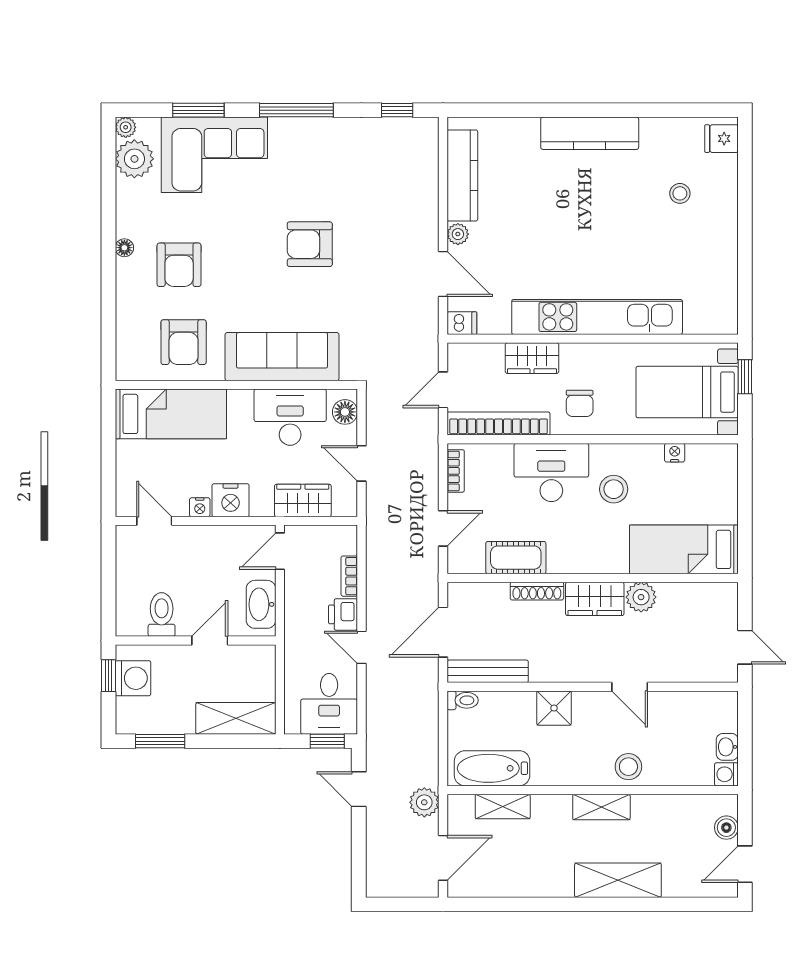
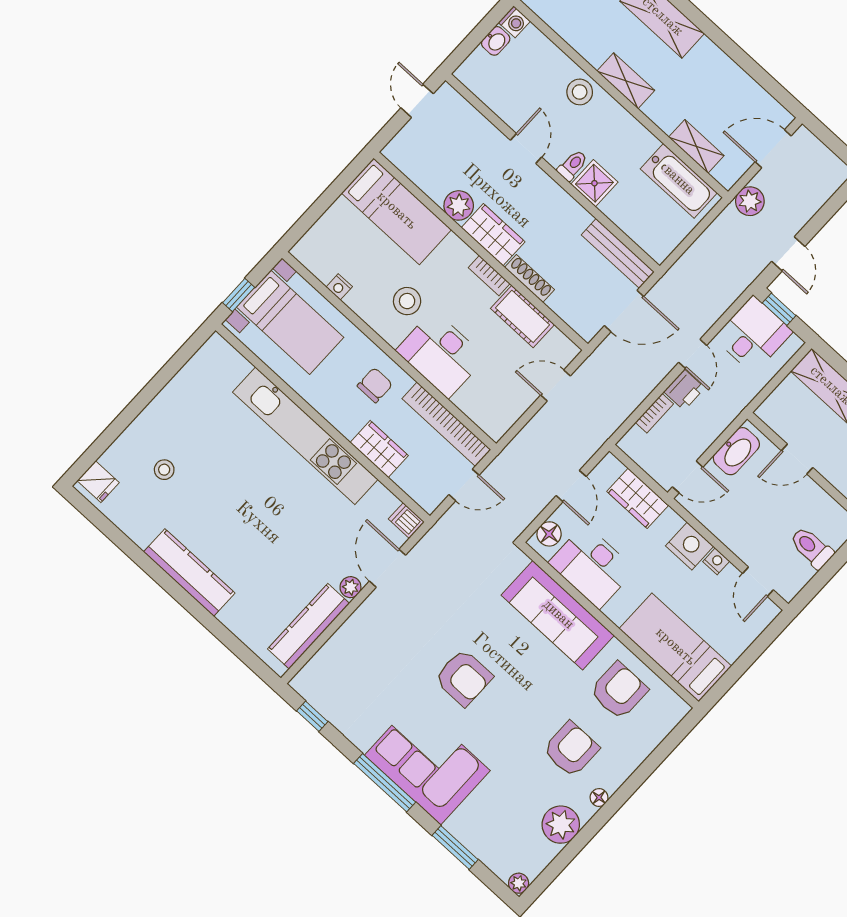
corner sofa: (214, 155) -> (427, 763), moved
plant: (134, 159) -> (561, 825), moved
bookcase: (456, 471) -> (489, 276), moved, turned -90
toilet: (162, 614) -> (812, 548), moved, turned 90
toilet: (463, 700) -> (573, 165), moved, turned 90

